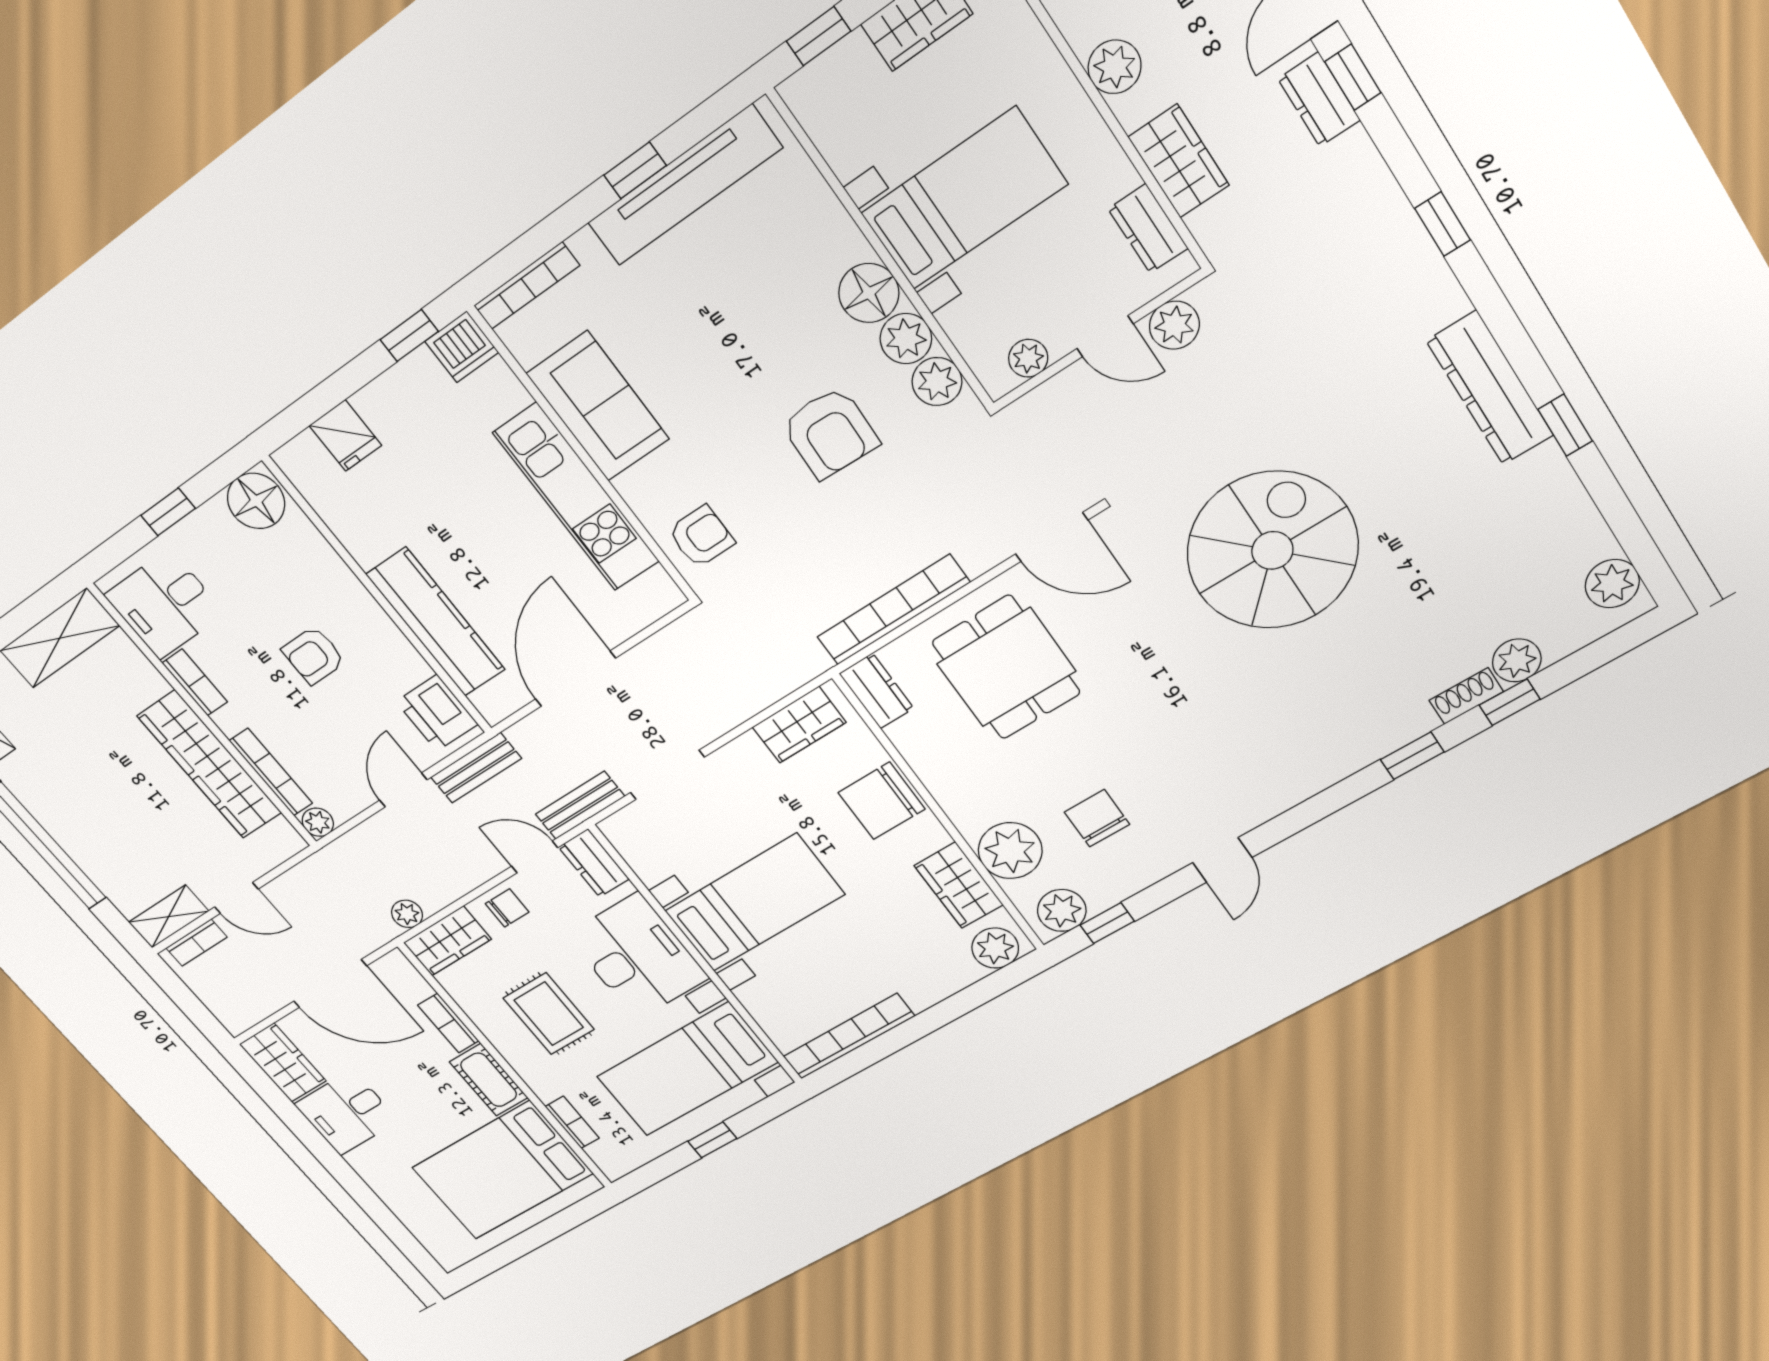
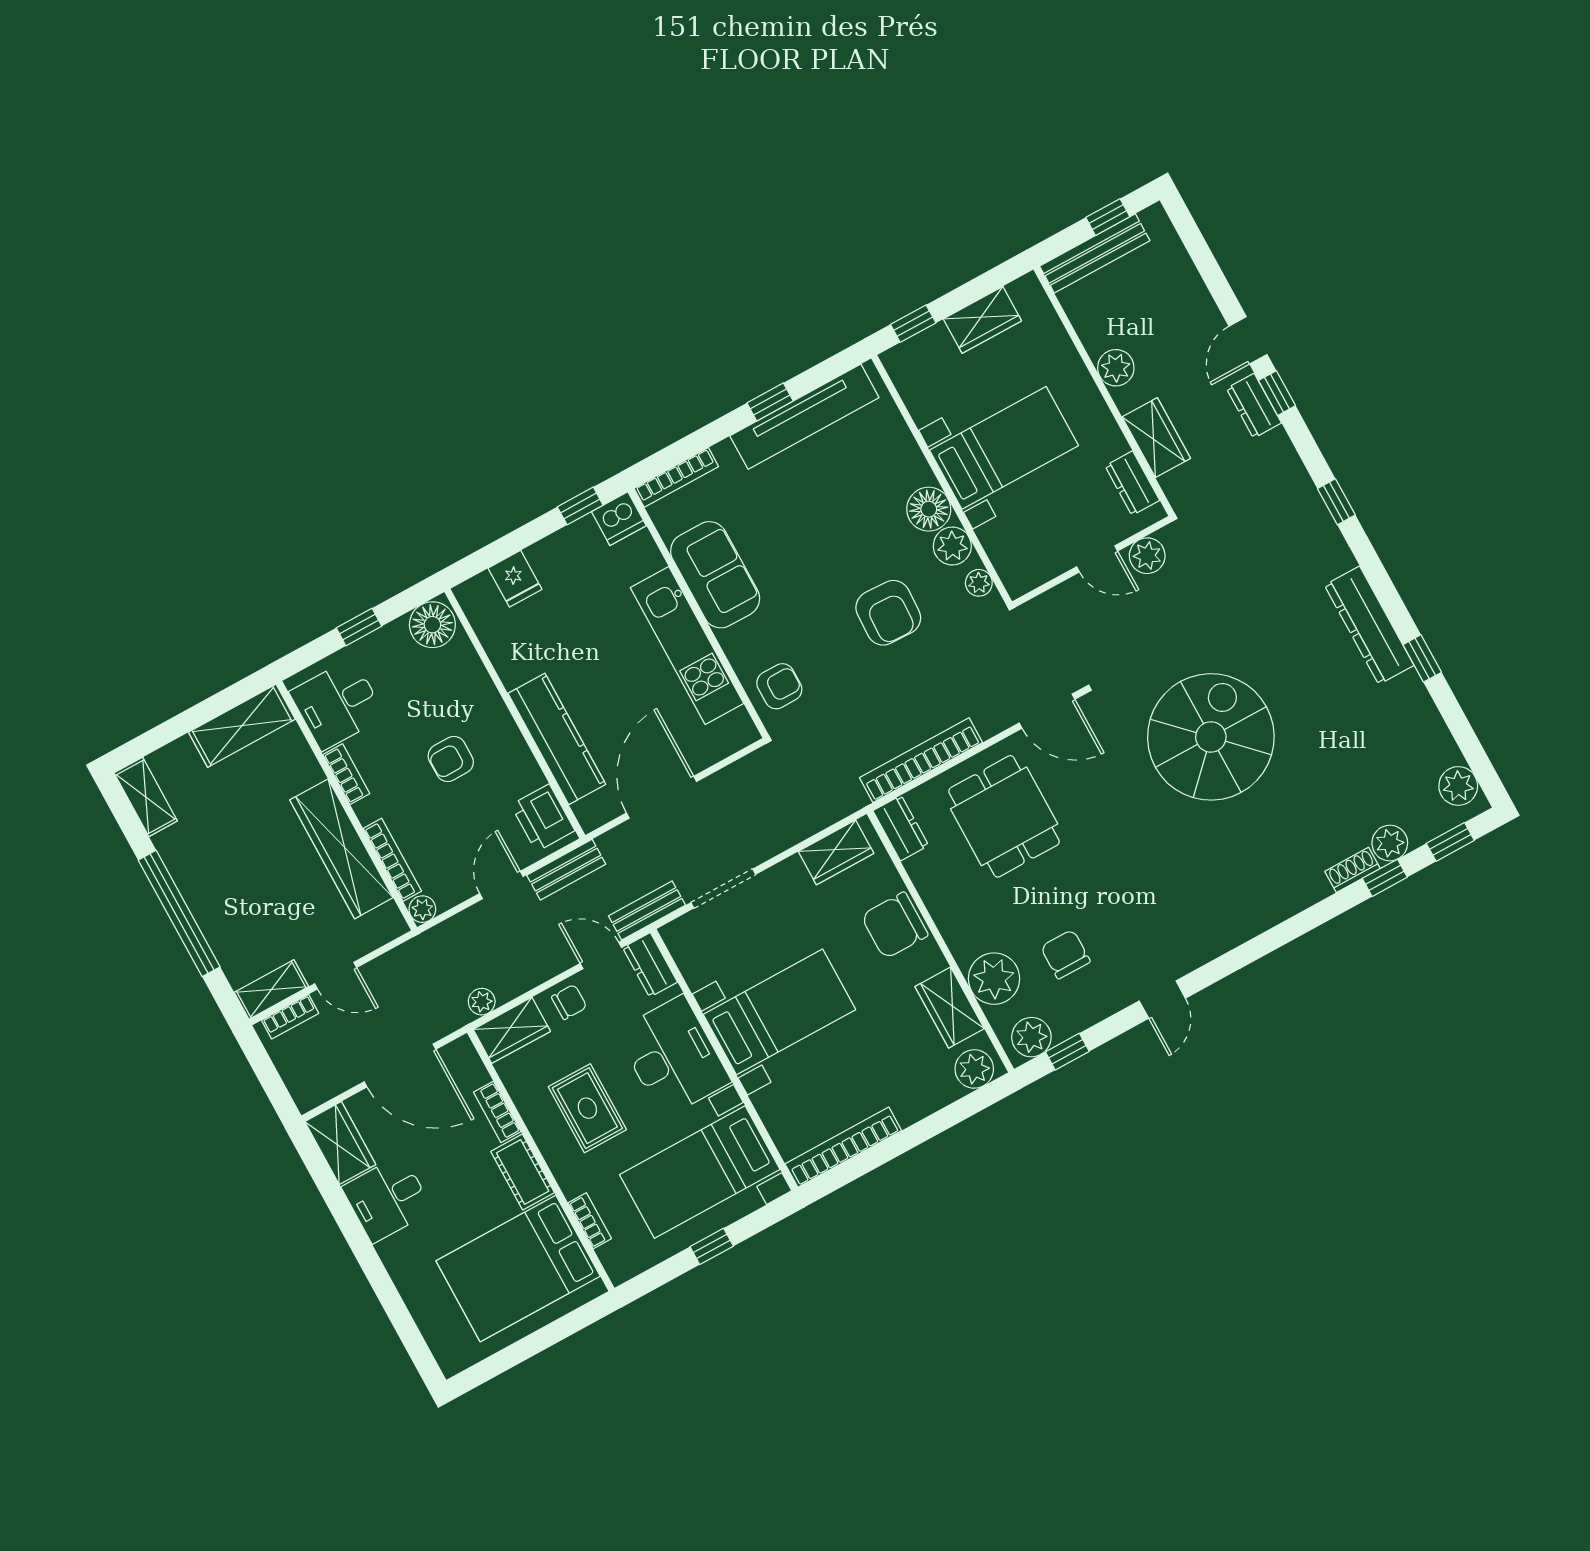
plant: (1028, 358) -> (1040, 570), removed
plant: (937, 382) -> (979, 583), width x0.73, depth x0.73
window: (1412, 756) -> (1450, 842), moved

